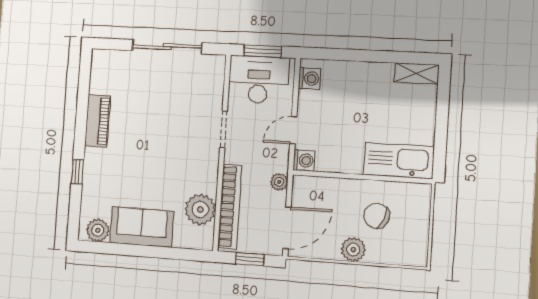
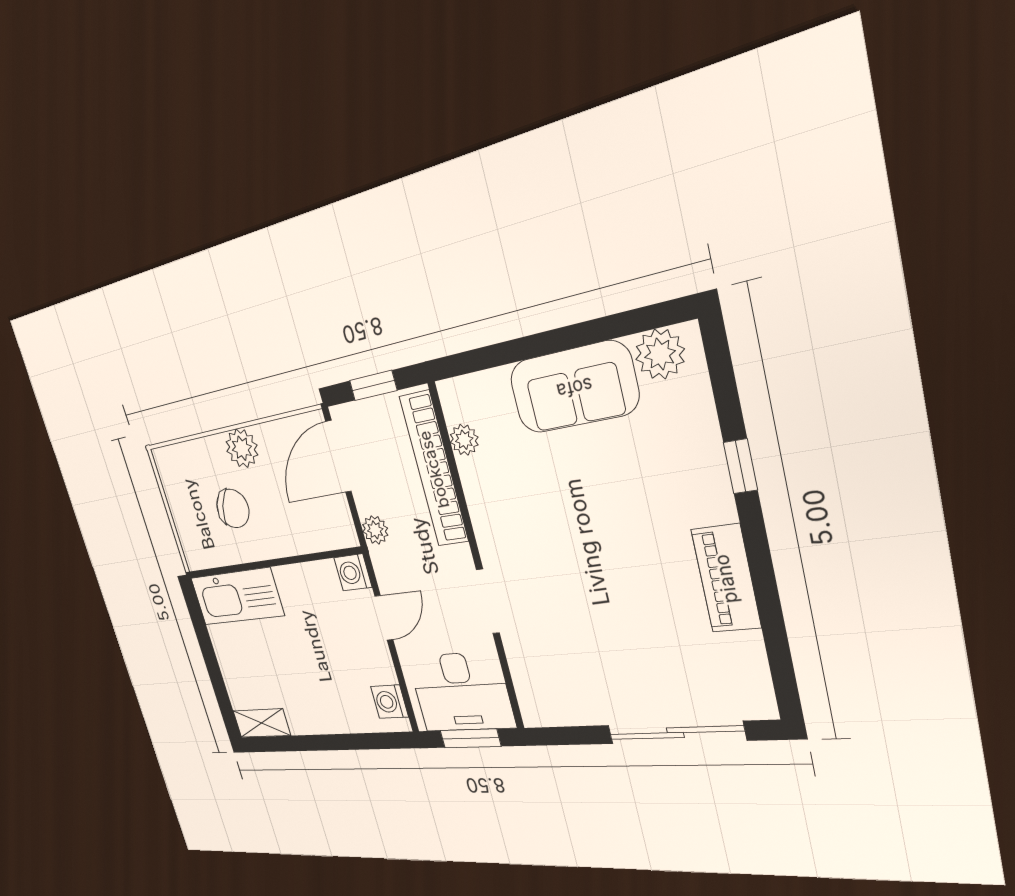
sliding door: (167, 47) -> (675, 733), moved
plant: (200, 209) -> (464, 440), width x0.53, depth x0.53

